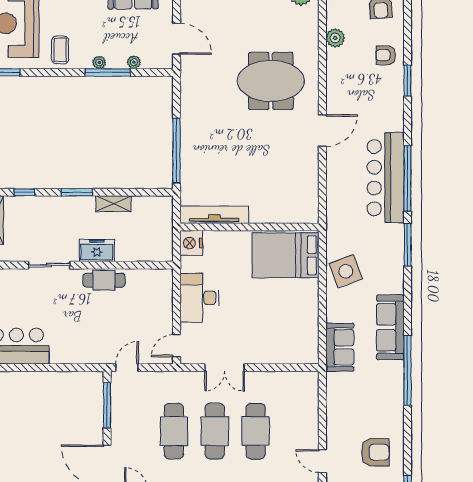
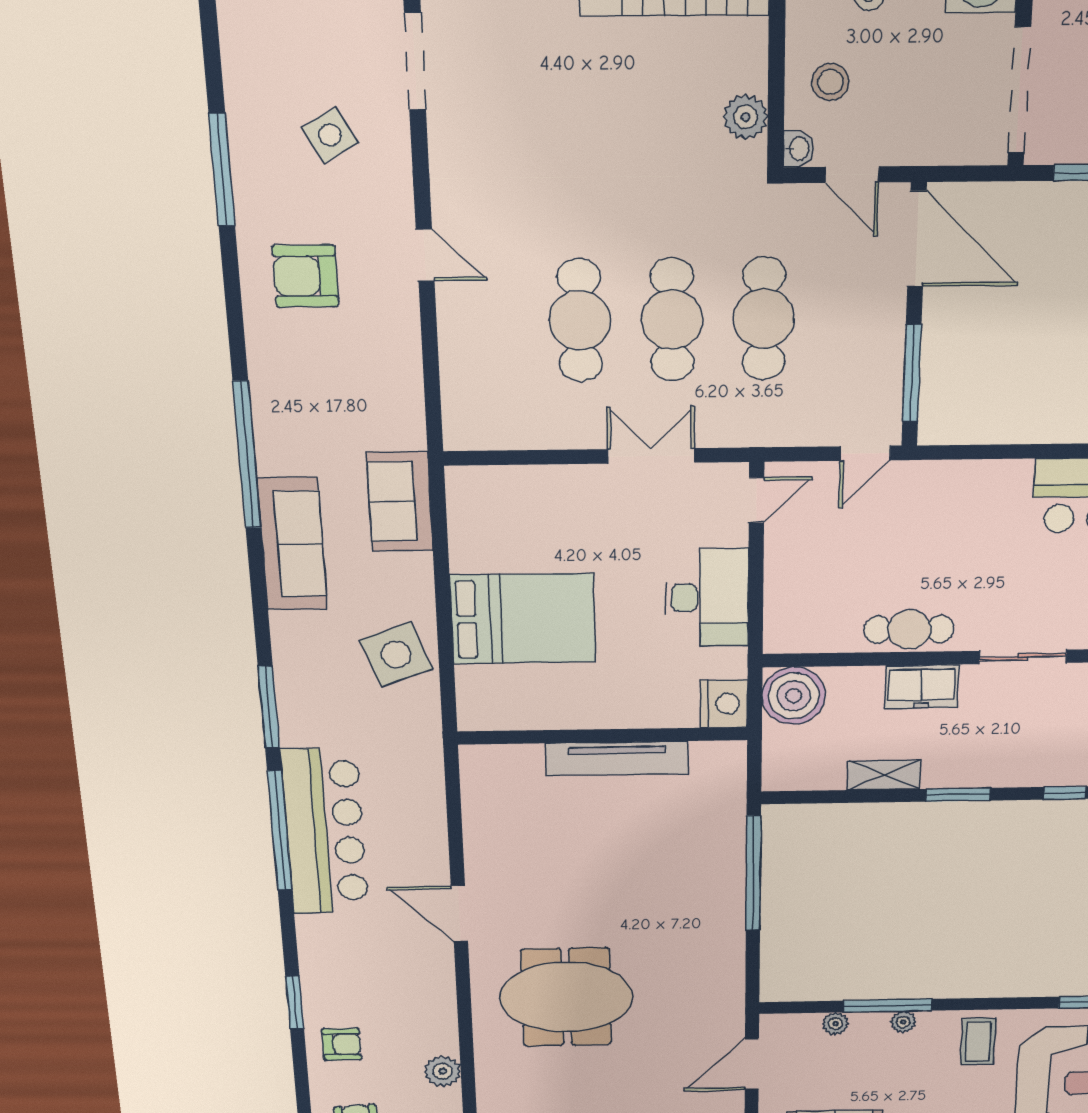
door: (177, 39) -> (752, 1064), hinge flipped
door: (322, 130) -> (459, 914), hinge flipped
tv unit: (214, 215) -> (617, 759), moved
boiler: (158, 247) -> (794, 696), added
bed: (286, 255) -> (523, 619), moved

